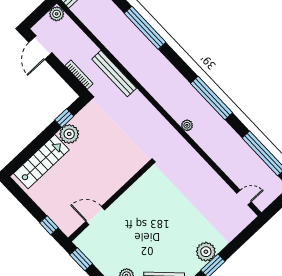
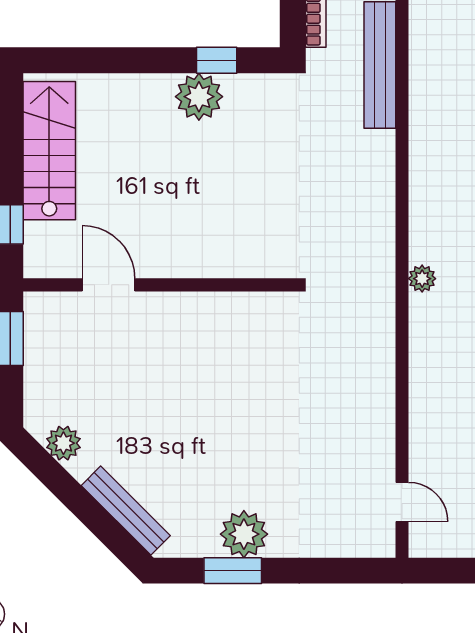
stairs: (41, 162) -> (49, 151), moved, turned -90

